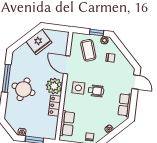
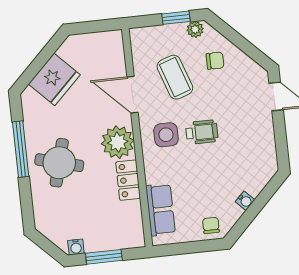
fridge: (39, 42) -> (54, 79), moved
coffee table: (88, 50) -> (175, 77), moved
row of seats: (125, 105) -> (265, 146), removed

